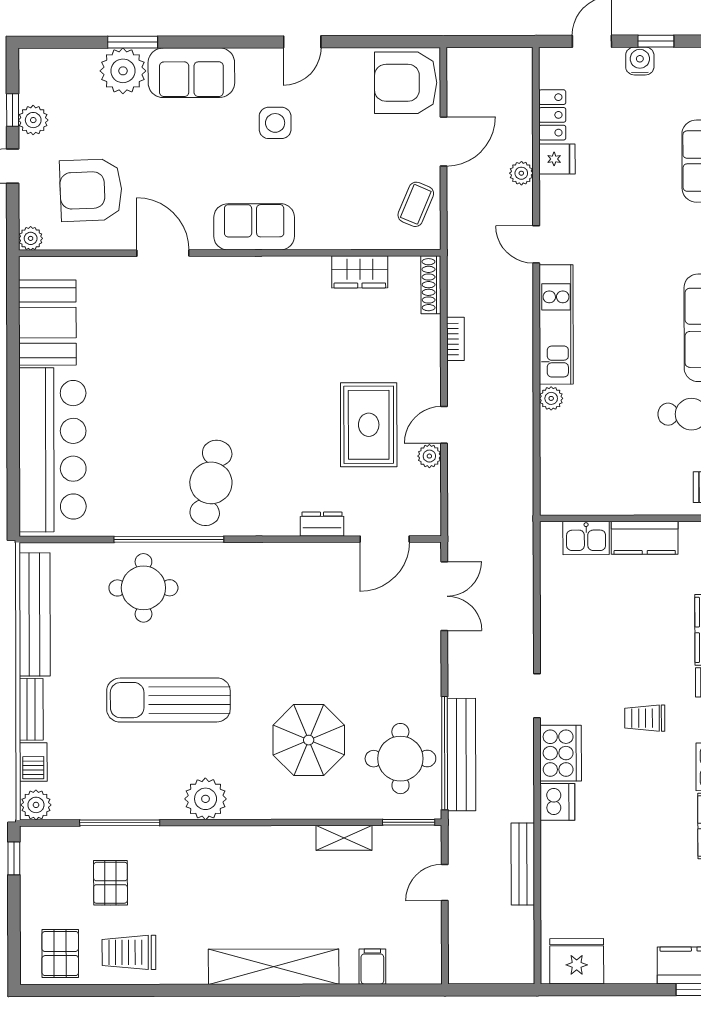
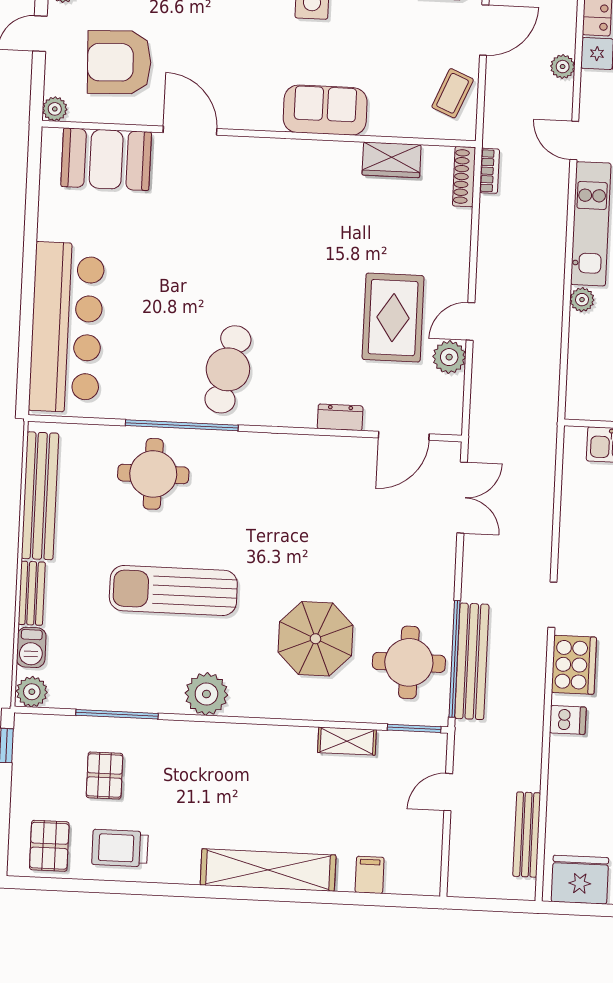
sofa: (254, 227) -> (325, 110), moved
booth: (47, 323) -> (106, 159), moved, turned 90
bookcase: (455, 339) -> (489, 171), moved
plant: (429, 456) -> (449, 357), width x1.38, depth x1.38
dishwasher: (557, 802) -> (568, 720), width x0.73
bench: (523, 864) -> (527, 835), moved

